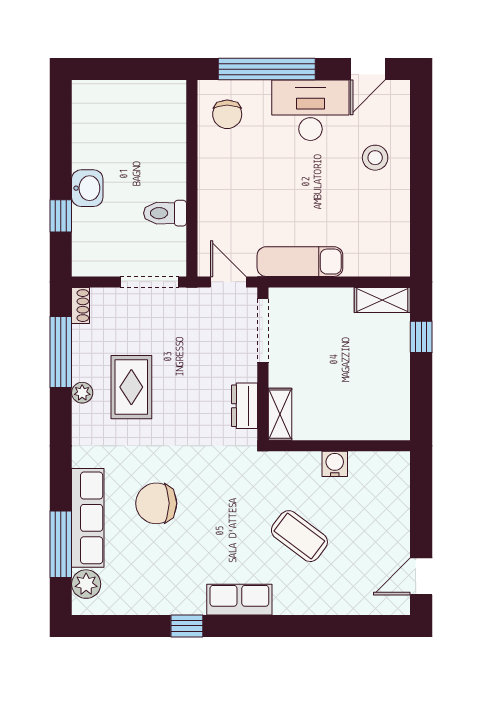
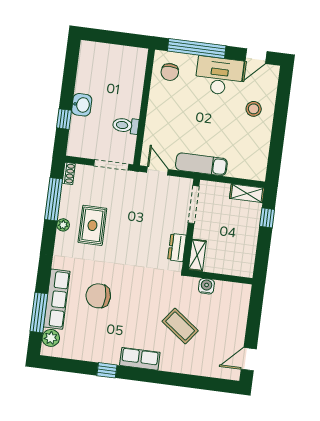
doorway: (263, 331) -> (194, 205), moved
wall: (263, 364) -> (191, 224), moved
dresser: (245, 406) -> (177, 248), moved
shelving: (280, 414) -> (197, 255), moved

